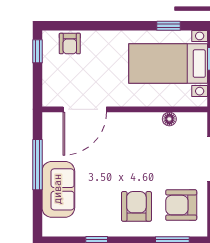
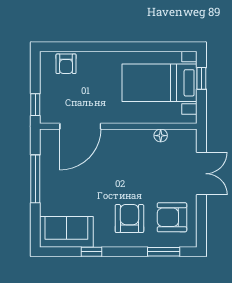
window: (168, 26) -> (160, 47), removed
window: (37, 51) -> (35, 105), moved
sofa: (58, 189) -> (66, 232), moved, turned -90

